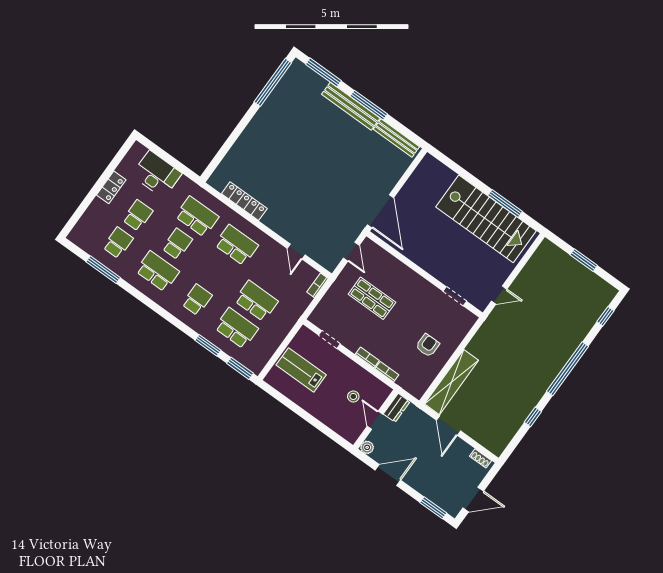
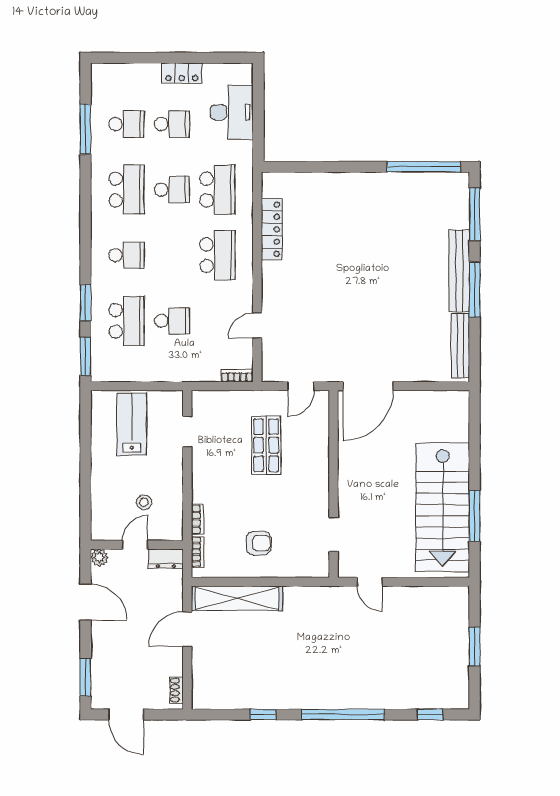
school desk: (256, 301) -> (172, 321), width x0.54
bookcase: (367, 357) -> (198, 552), moved

